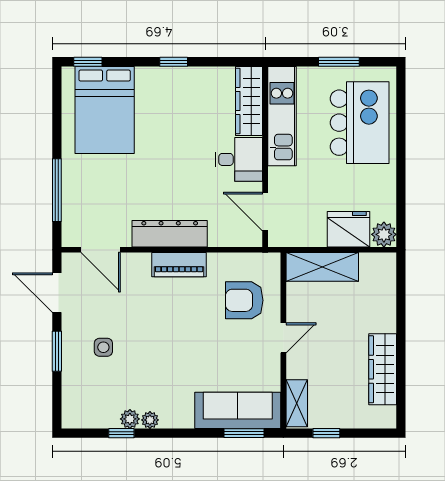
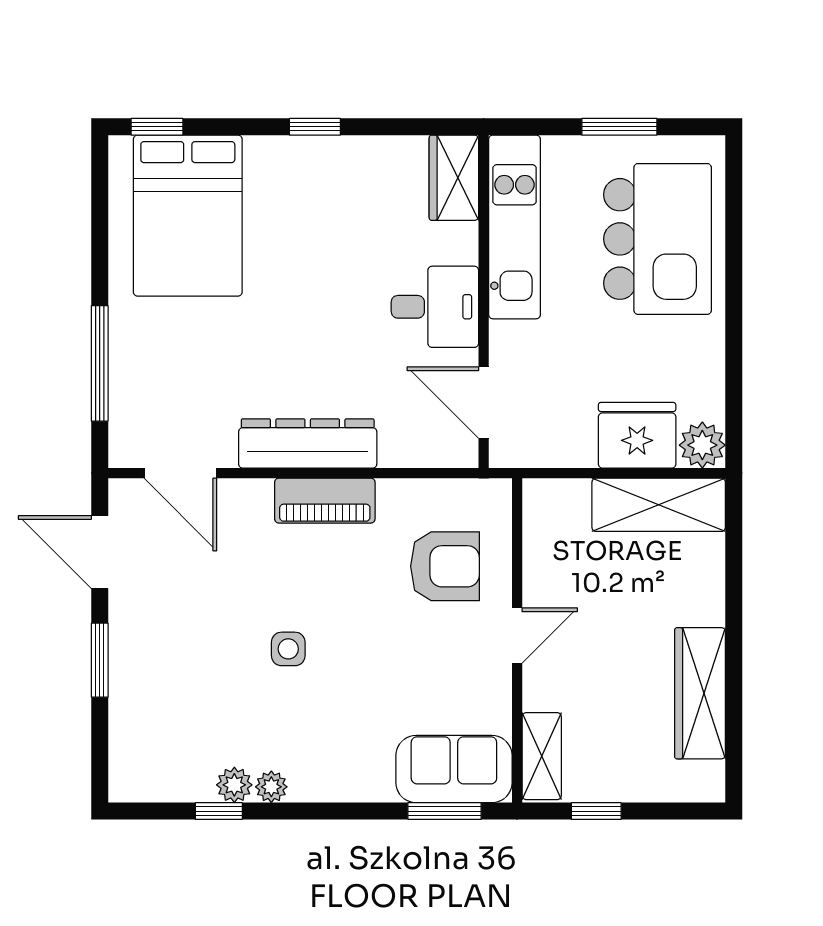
wardrobe: (249, 101) -> (454, 178), width x0.67
shelving: (322, 267) -> (659, 505), moved
armchair: (244, 300) -> (445, 566), turned 180
side table: (103, 347) -> (288, 649), moved
sofa: (238, 410) -> (454, 769), width x0.73

